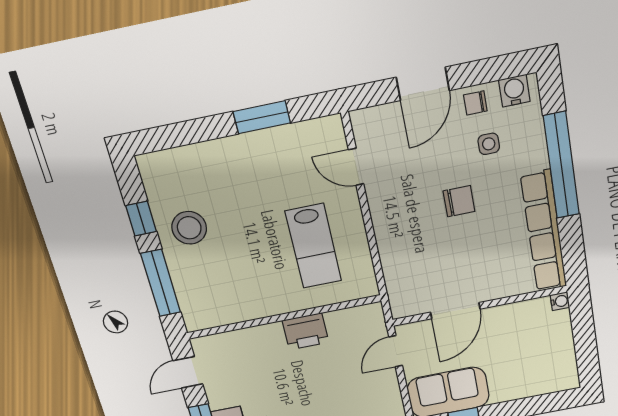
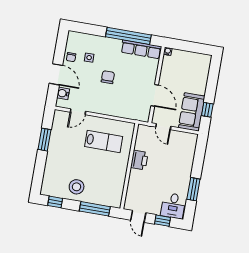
water cooler: (514, 91) -> (63, 93), moved
window: (561, 166) -> (128, 36), moved
window: (141, 219) -> (55, 202), moved
row of seats: (544, 232) -> (141, 49), width x0.73

